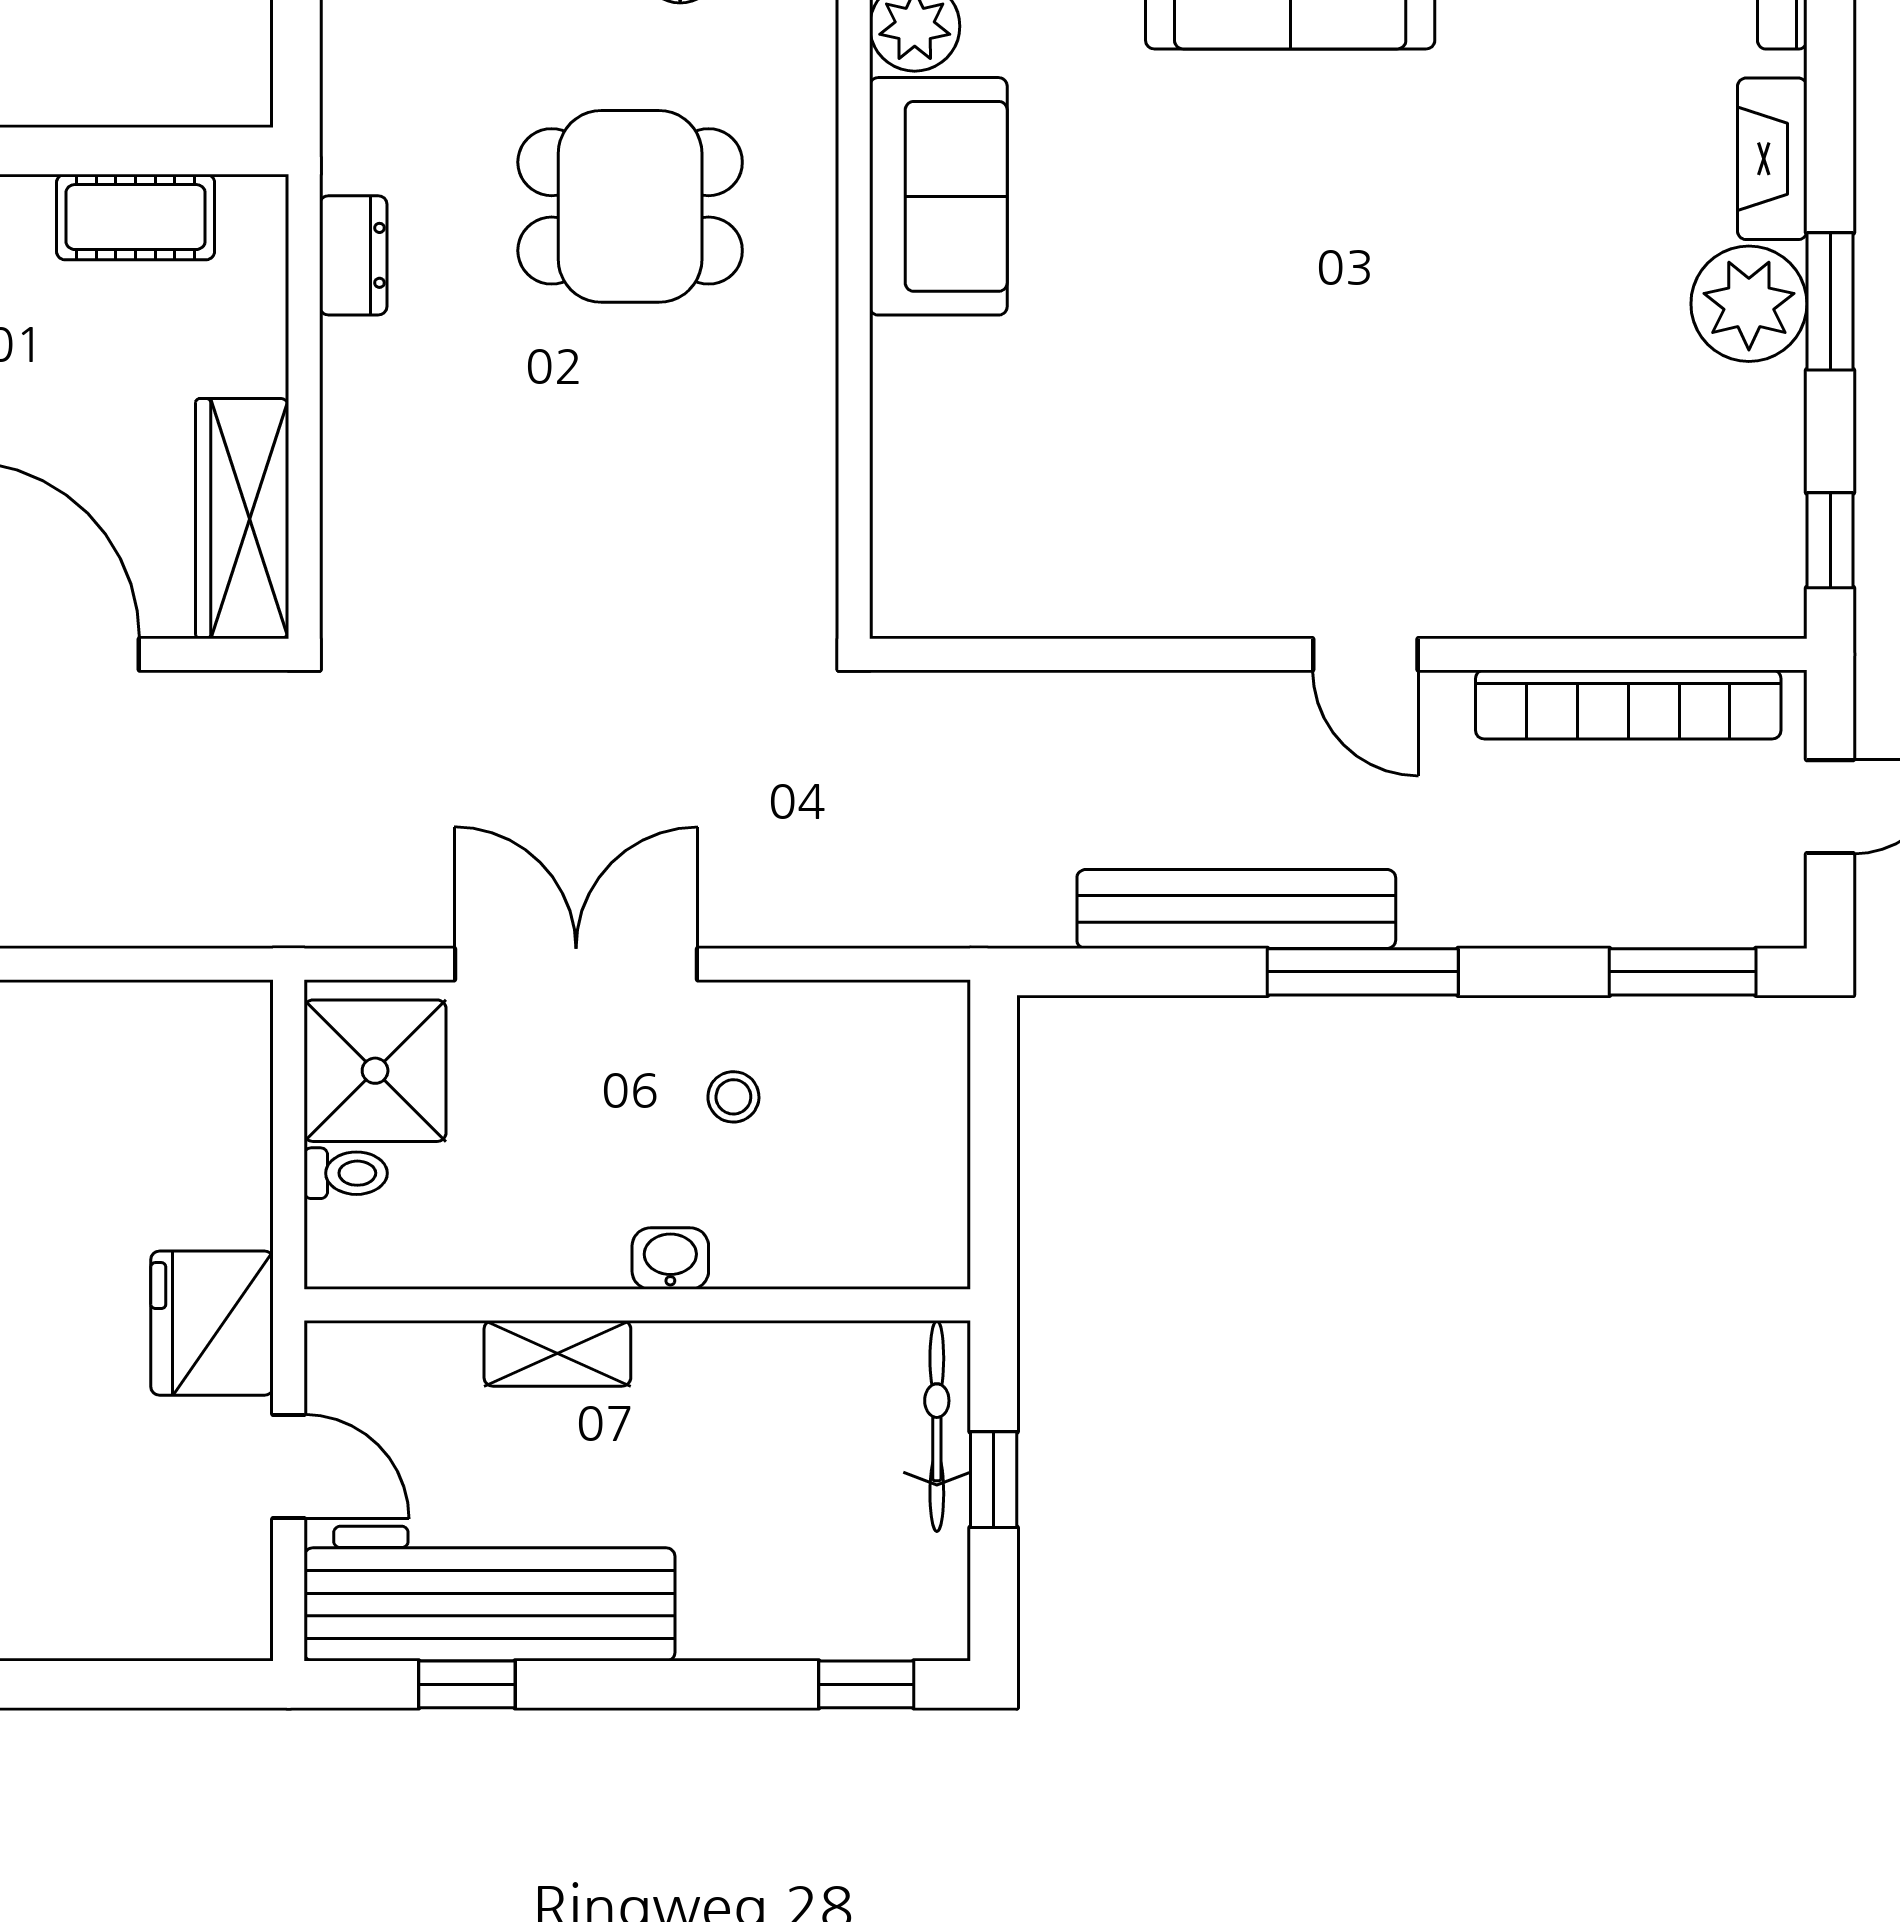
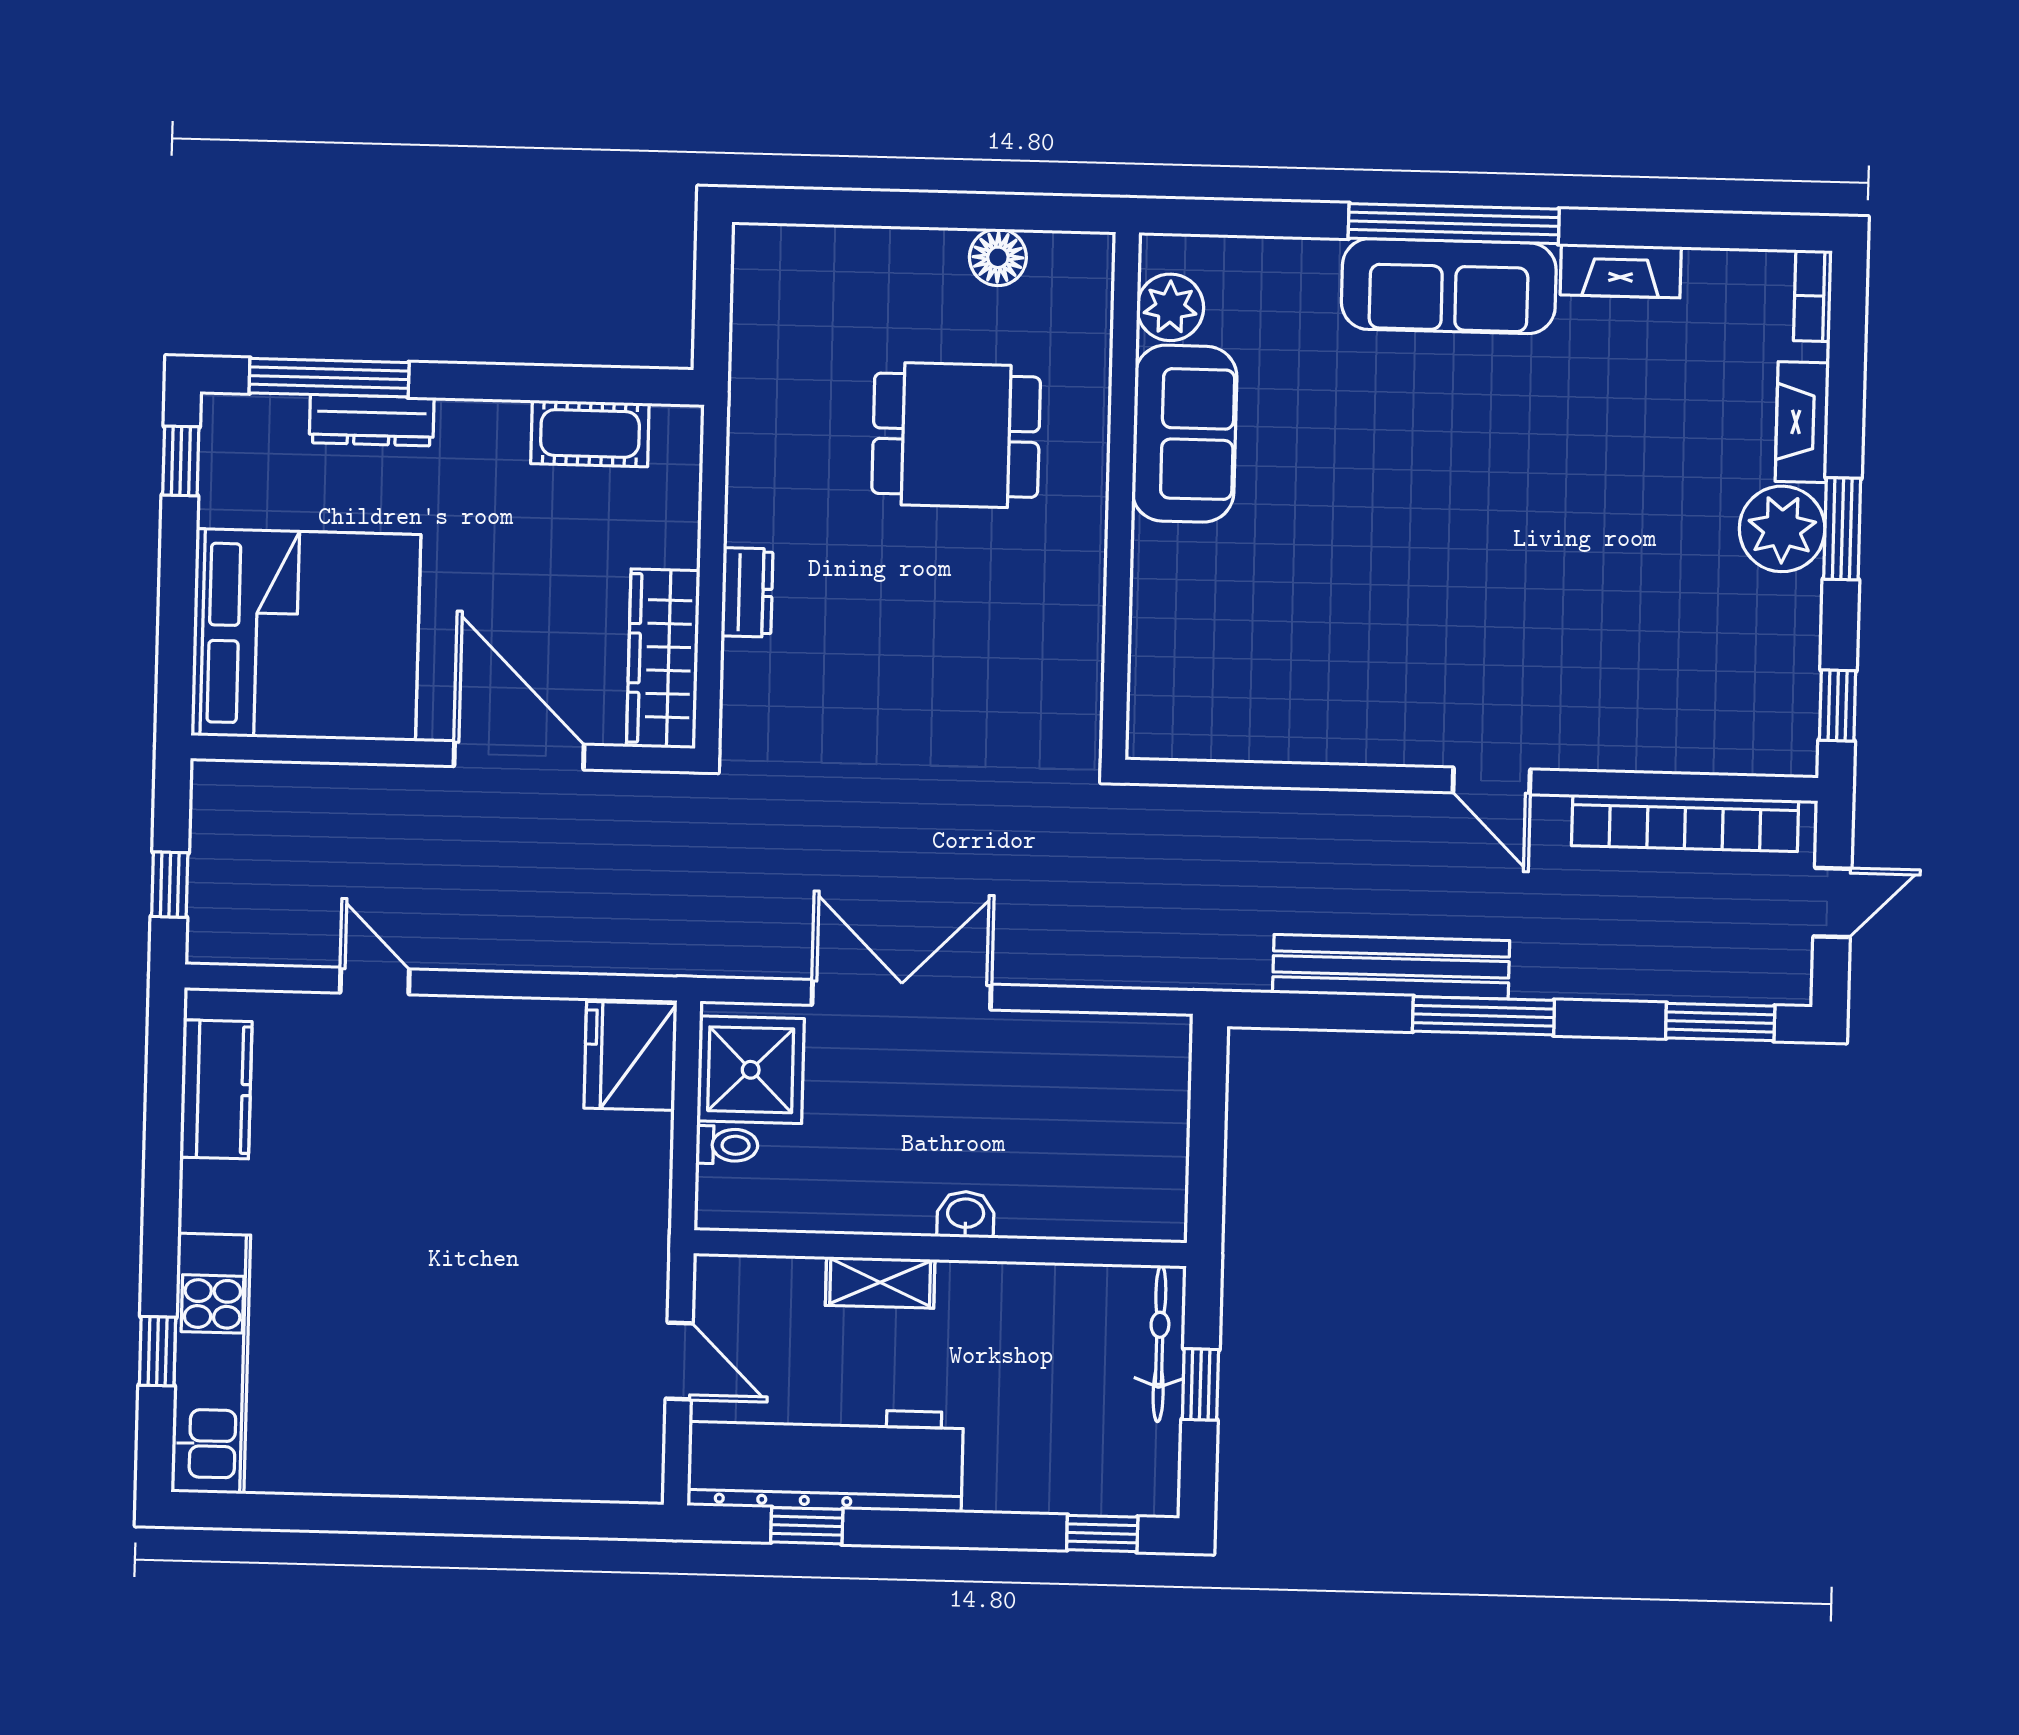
dresser: (353, 255) -> (747, 592), moved
stool: (733, 1097) -> (1015, 1096), removed
fridge: (212, 1323) -> (630, 1056), moved

